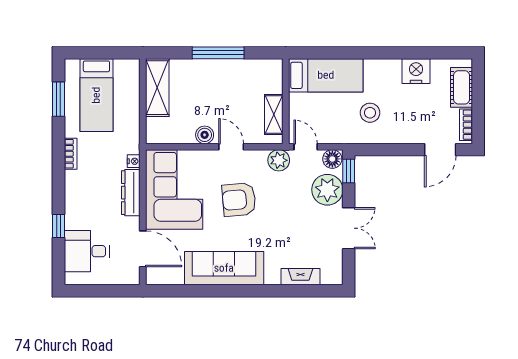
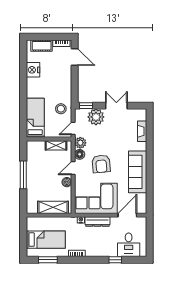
shelving: (157, 88) -> (53, 207), moved
stool: (370, 113) -> (61, 109), moved
floor lamp: (332, 159) -> (80, 154), moved

